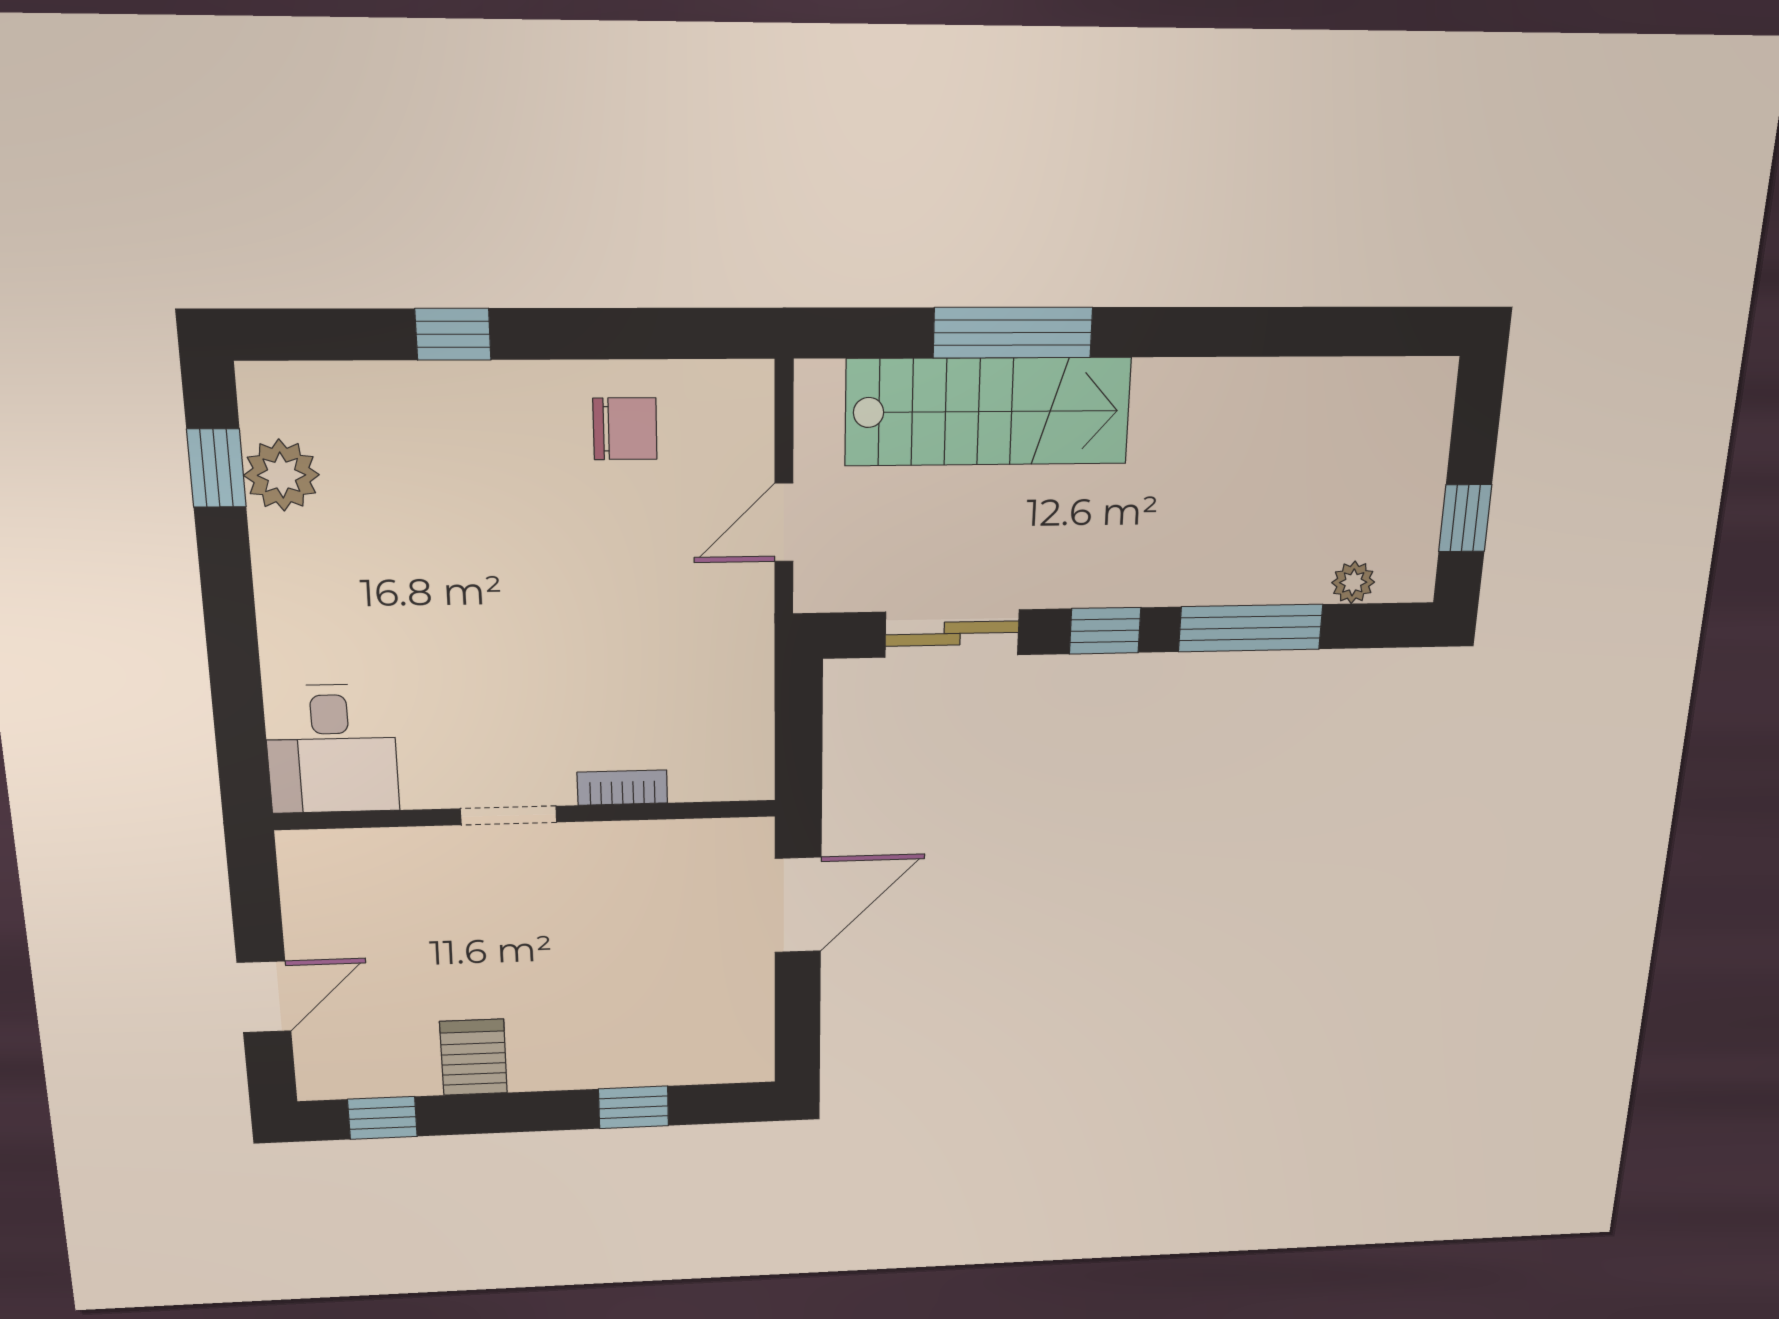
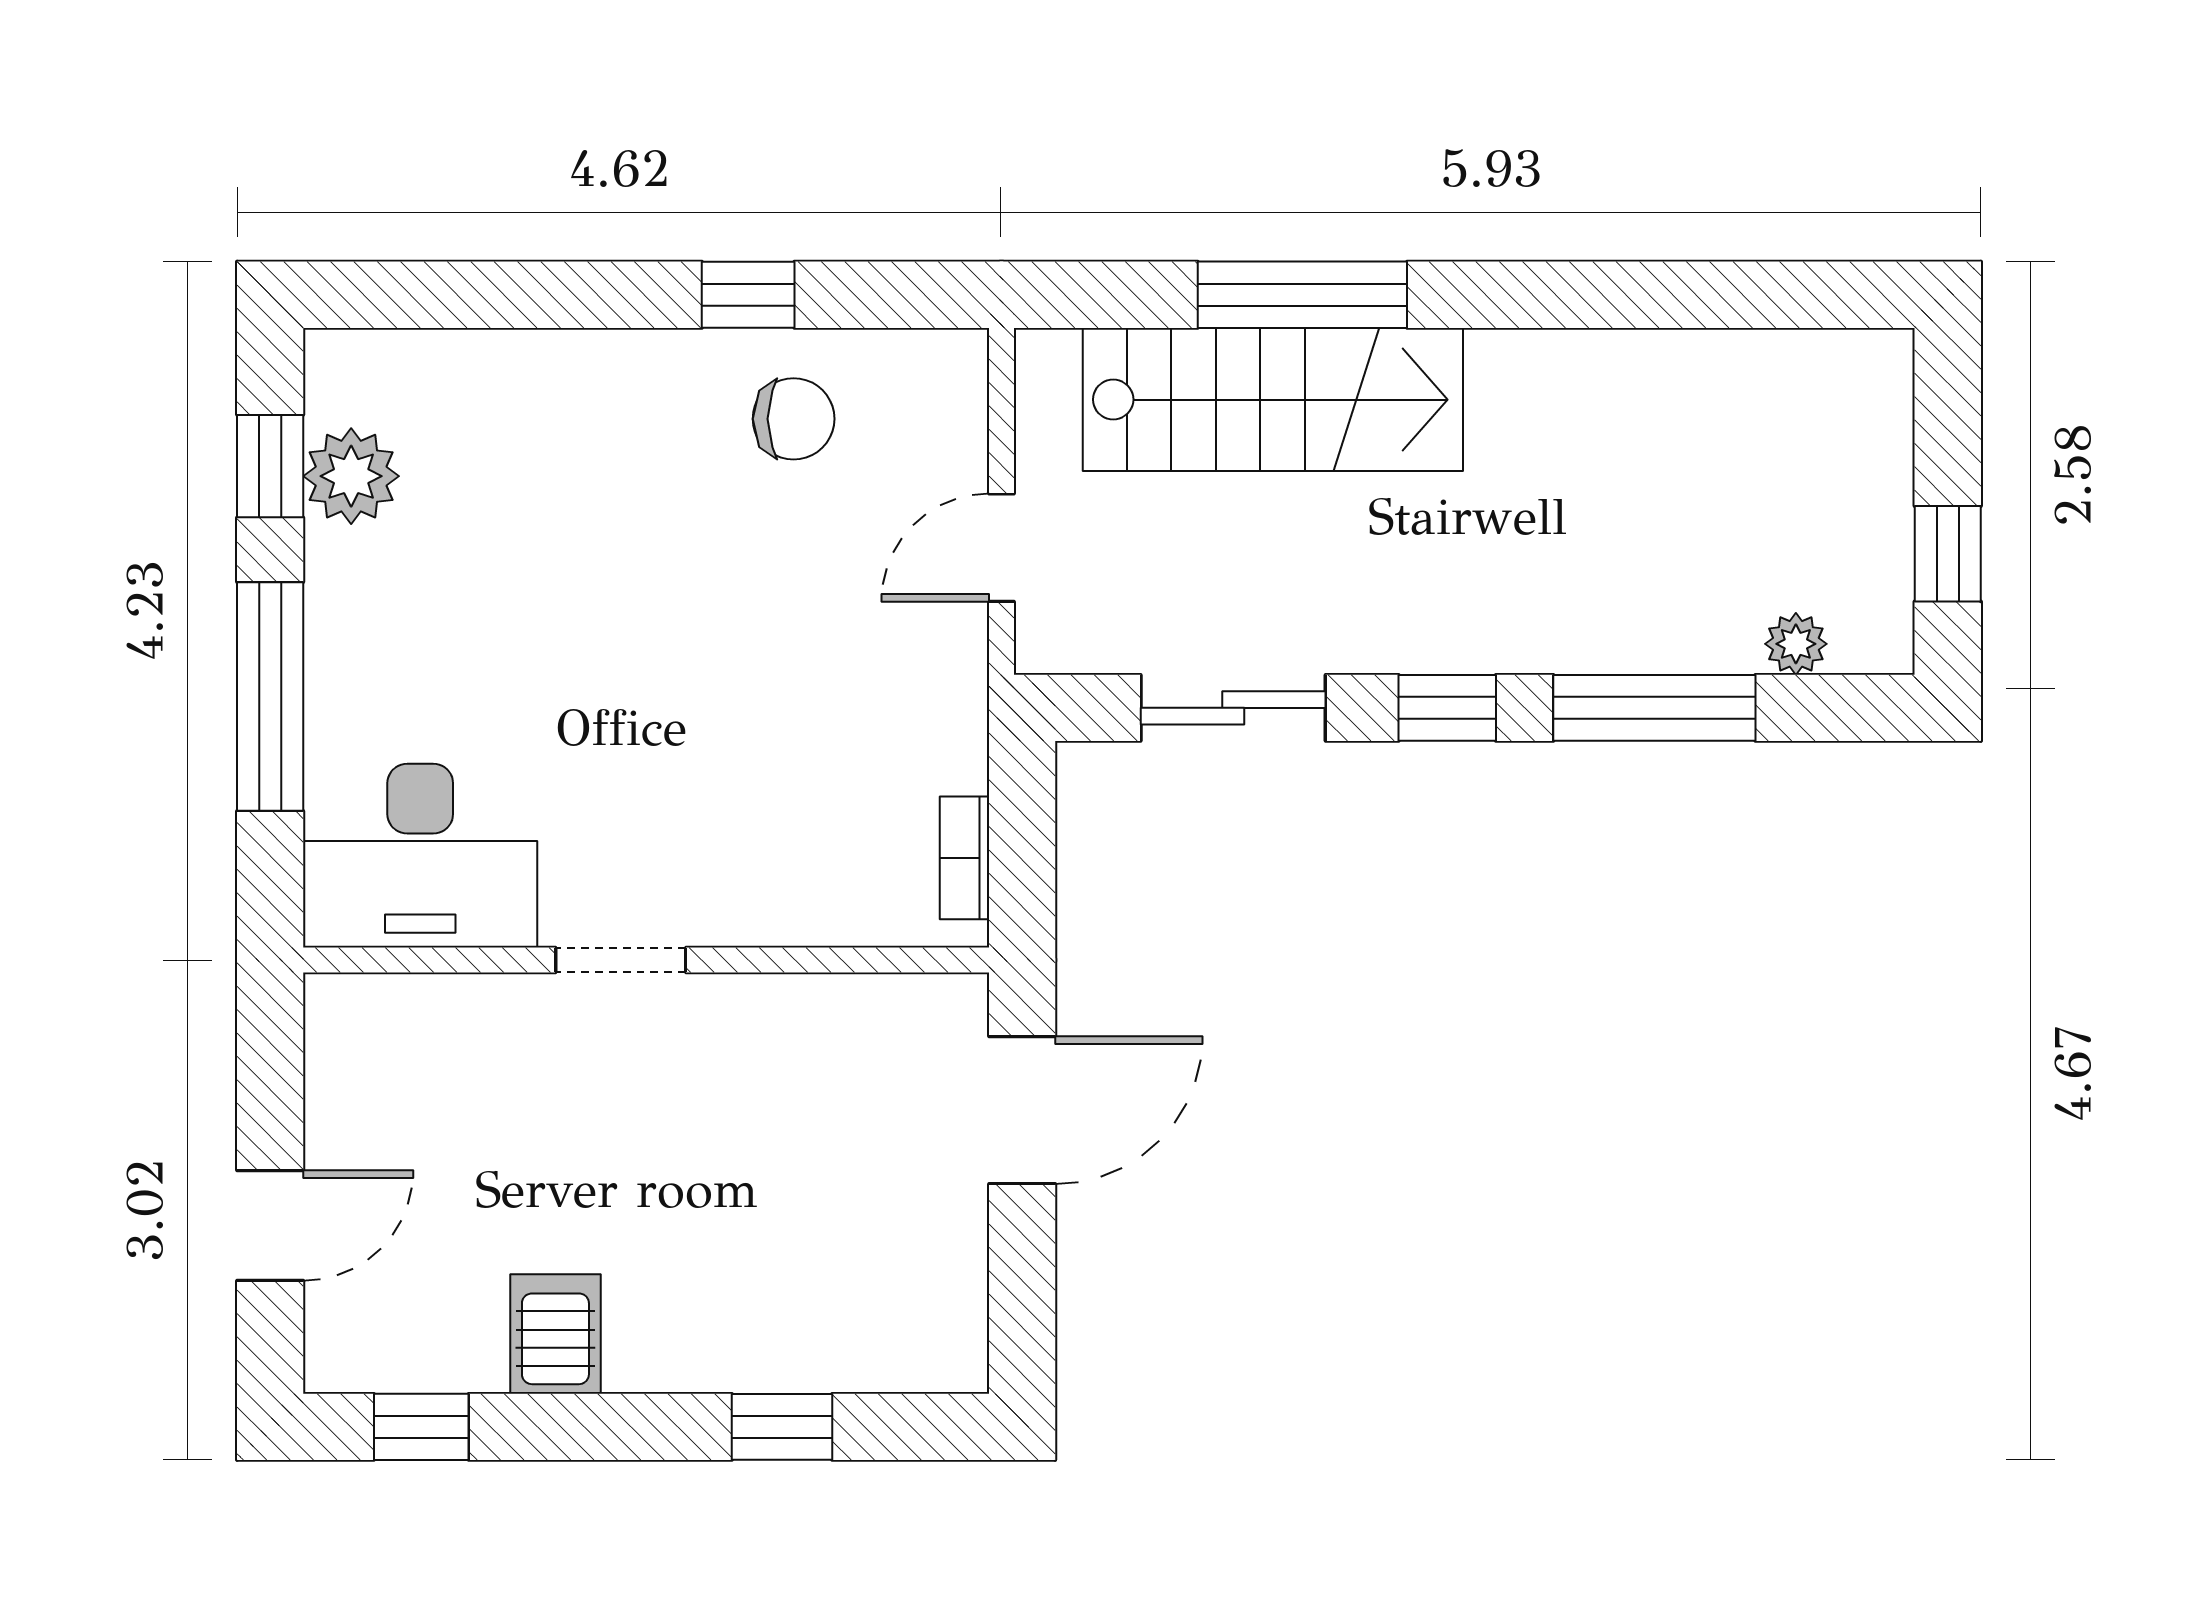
window: (453, 334) -> (748, 295), moved
window: (232, 639) -> (270, 697), added
desk: (332, 749) -> (420, 856), width x1.37
bookcase: (622, 788) -> (964, 858), moved, turned -90

